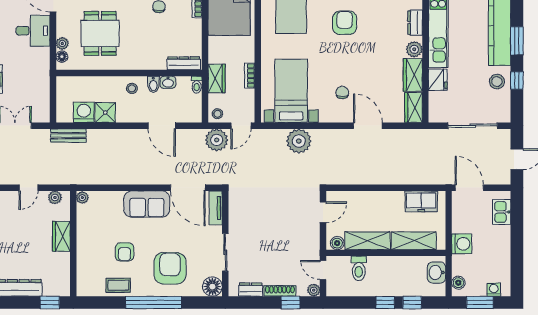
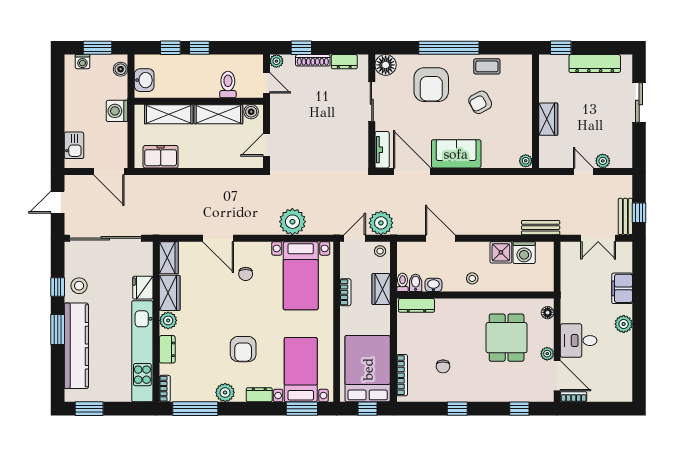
plant: (62, 43) -> (547, 354), moved
bidet: (153, 84) -> (416, 283), moved
sliding door: (473, 126) -> (105, 238), width x1.36
door: (29, 188) -> (584, 171), hinge flipped
plant: (55, 197) -> (603, 161), moved
armchair: (125, 252) -> (480, 102), turned -118

